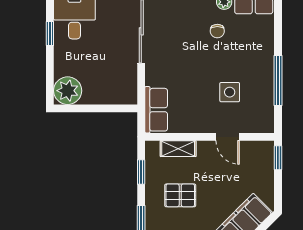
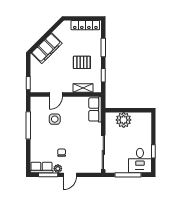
plant: (68, 91) -> (124, 120), moved
door: (228, 137) -> (56, 95), swing flipped

